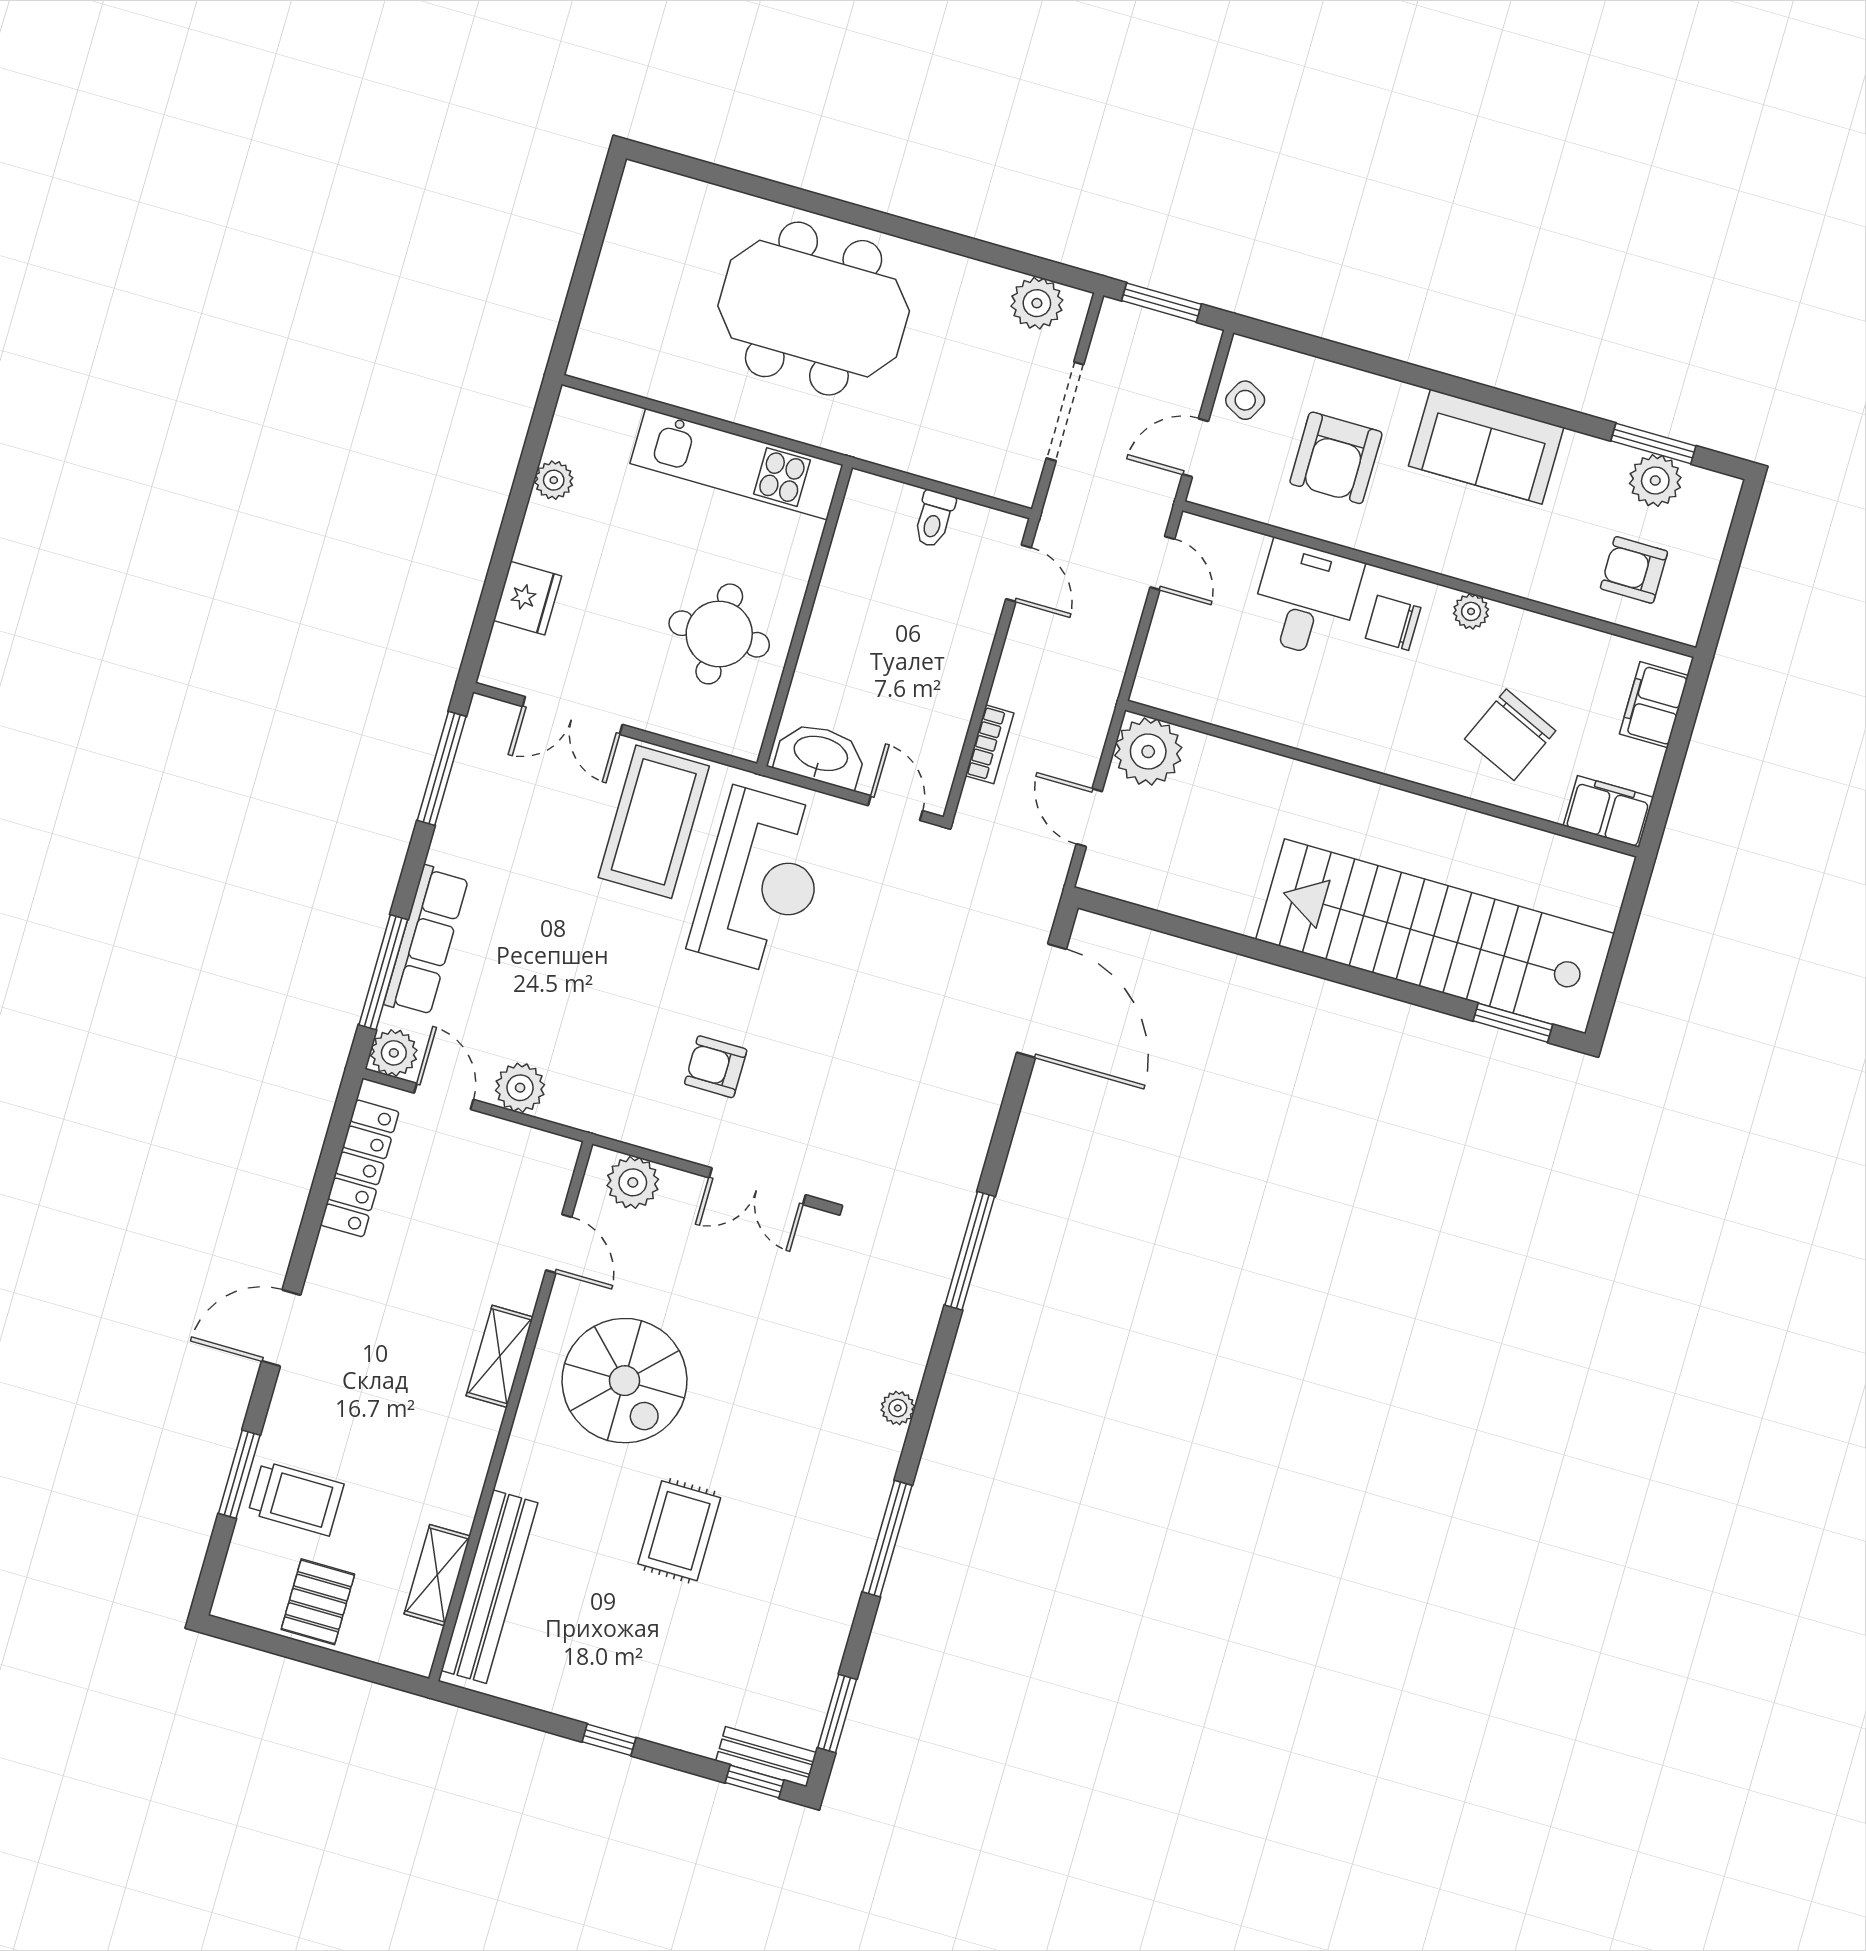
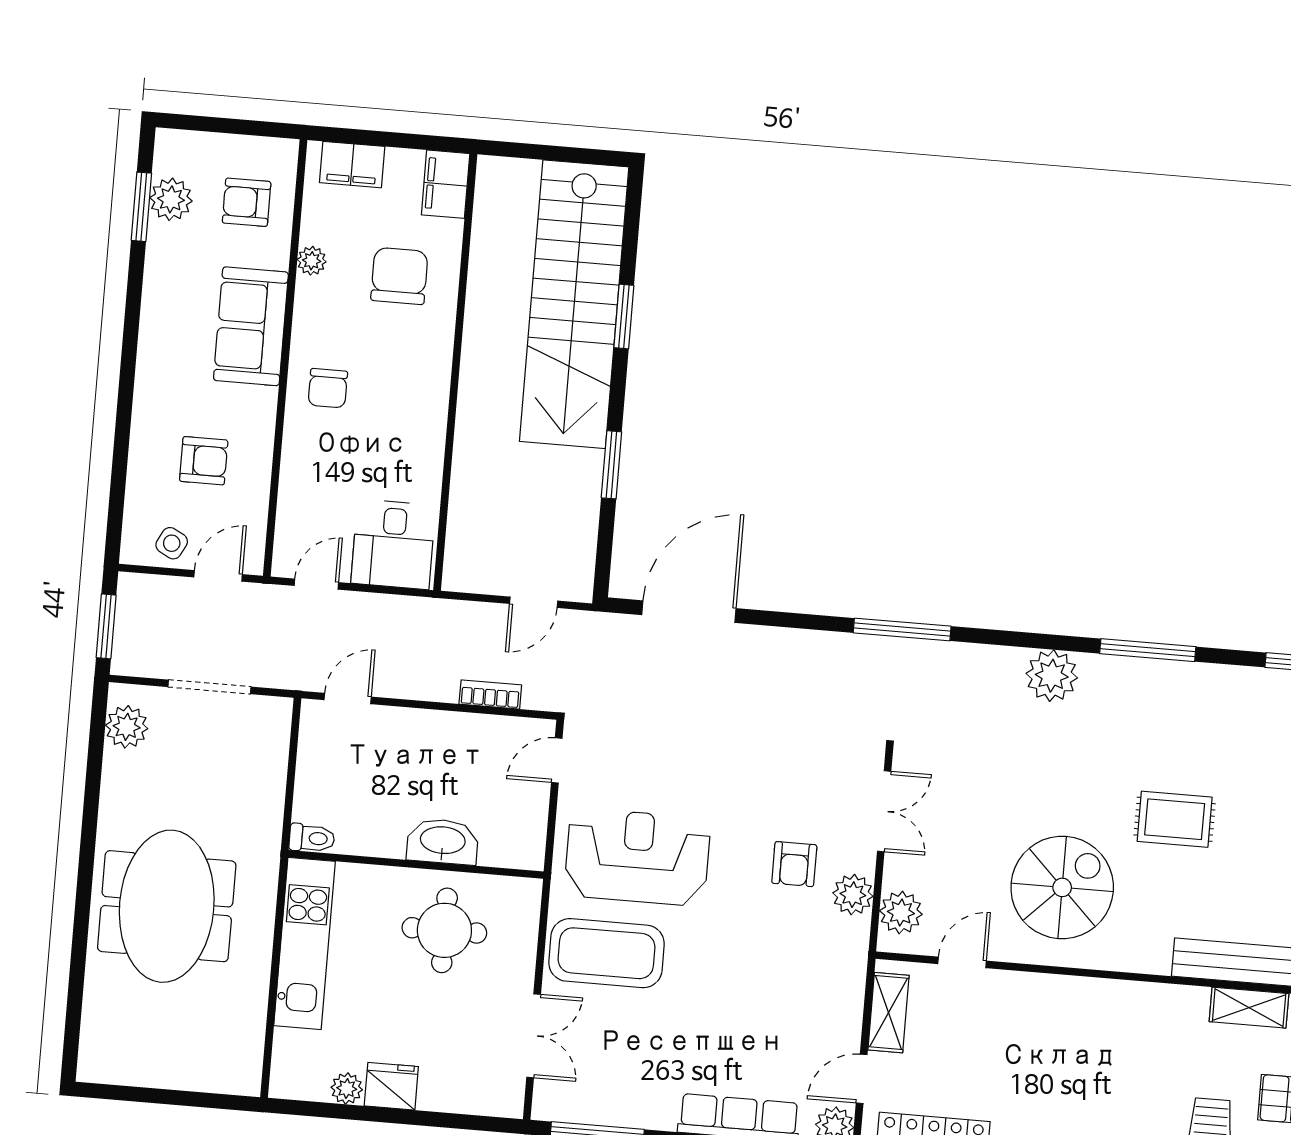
sofa: (1486, 447) -> (251, 326), moved, turned 180
door: (1195, 448) -> (218, 576), swing flipped
armchair: (1336, 458) -> (204, 461), width x0.72, depth x0.72
toilet: (934, 519) -> (312, 838), moved
armchair: (1634, 570) -> (247, 202), turned 90
fridge: (527, 598) -> (391, 1086), moved
desk: (1306, 599) -> (393, 544), moved, turned -90
plant: (1471, 611) -> (312, 261), moved
chair: (1510, 735) -> (399, 276), turned -114
plant: (1148, 752) -> (471, 565), removed
washbasin: (820, 755) -> (443, 841), moved, turned 90
window: (1235, 943) -> (611, 465), added
window: (1513, 1023) -> (624, 317), moved
plant: (520, 1088) -> (853, 895), moved
shelving: (500, 1356) -> (888, 1013), moved, turned 90
plant: (898, 1408) -> (1052, 676), width x1.88, depth x1.88

